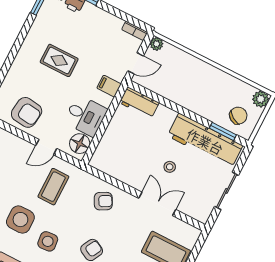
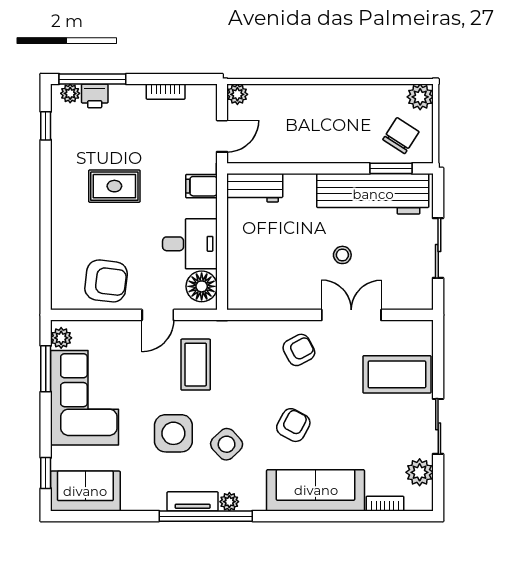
bookcase: (135, 31) -> (166, 92), moved
armchair: (103, 201) -> (299, 350), moved
side table: (48, 241) -> (227, 444), turned -38

